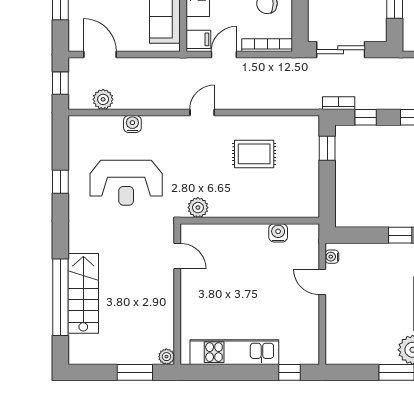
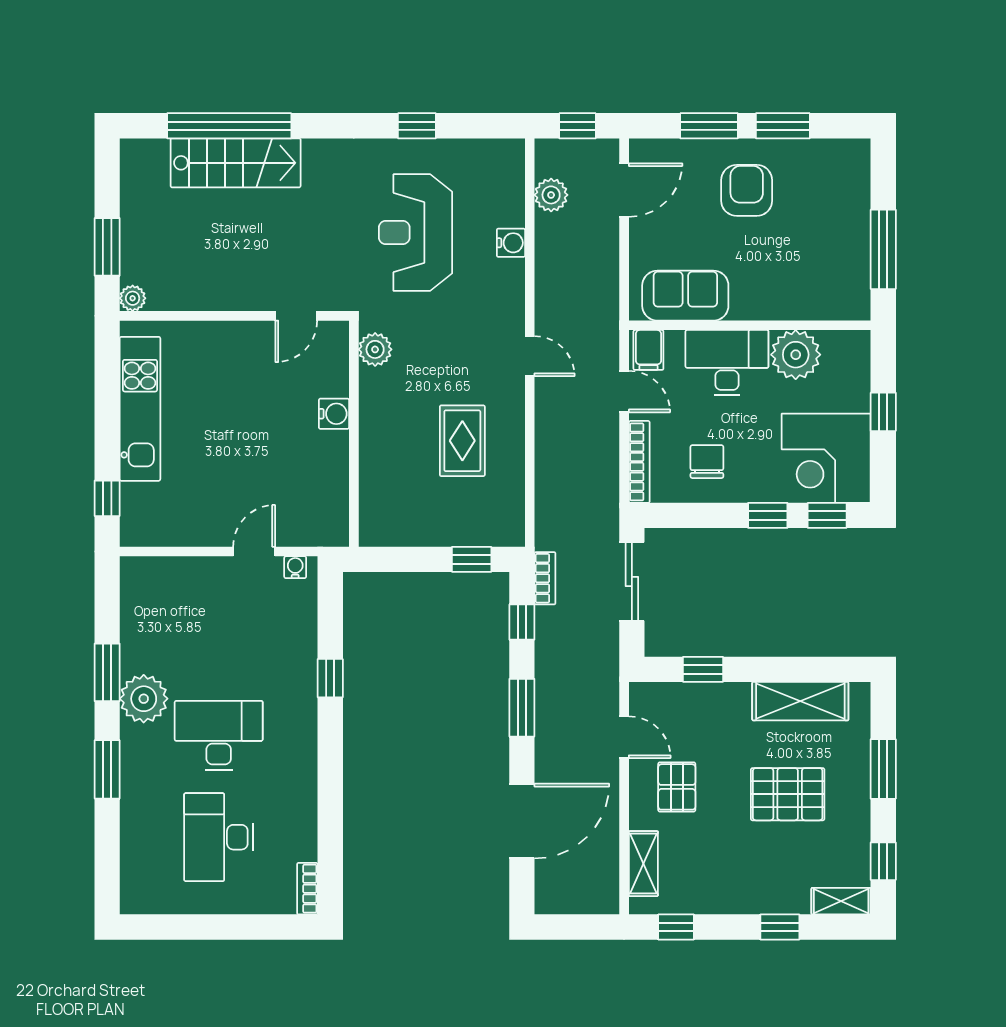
water cooler: (278, 233) -> (334, 414), moved

